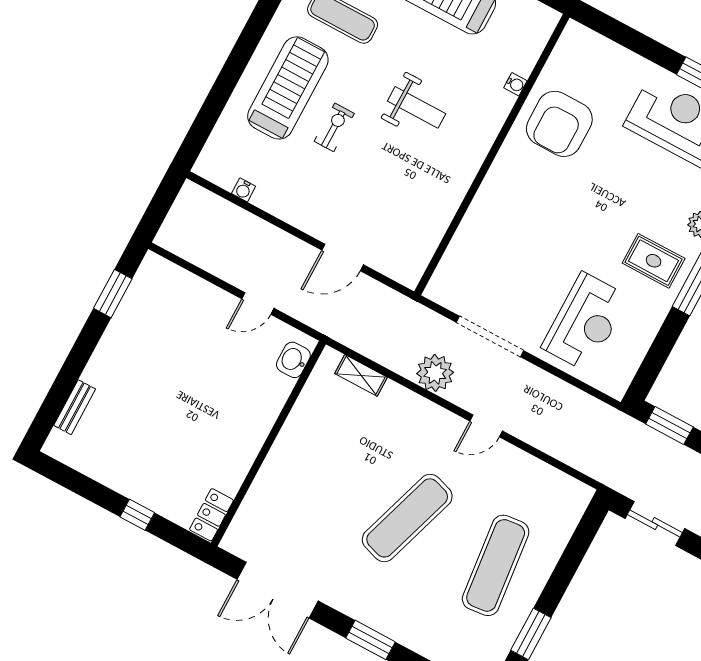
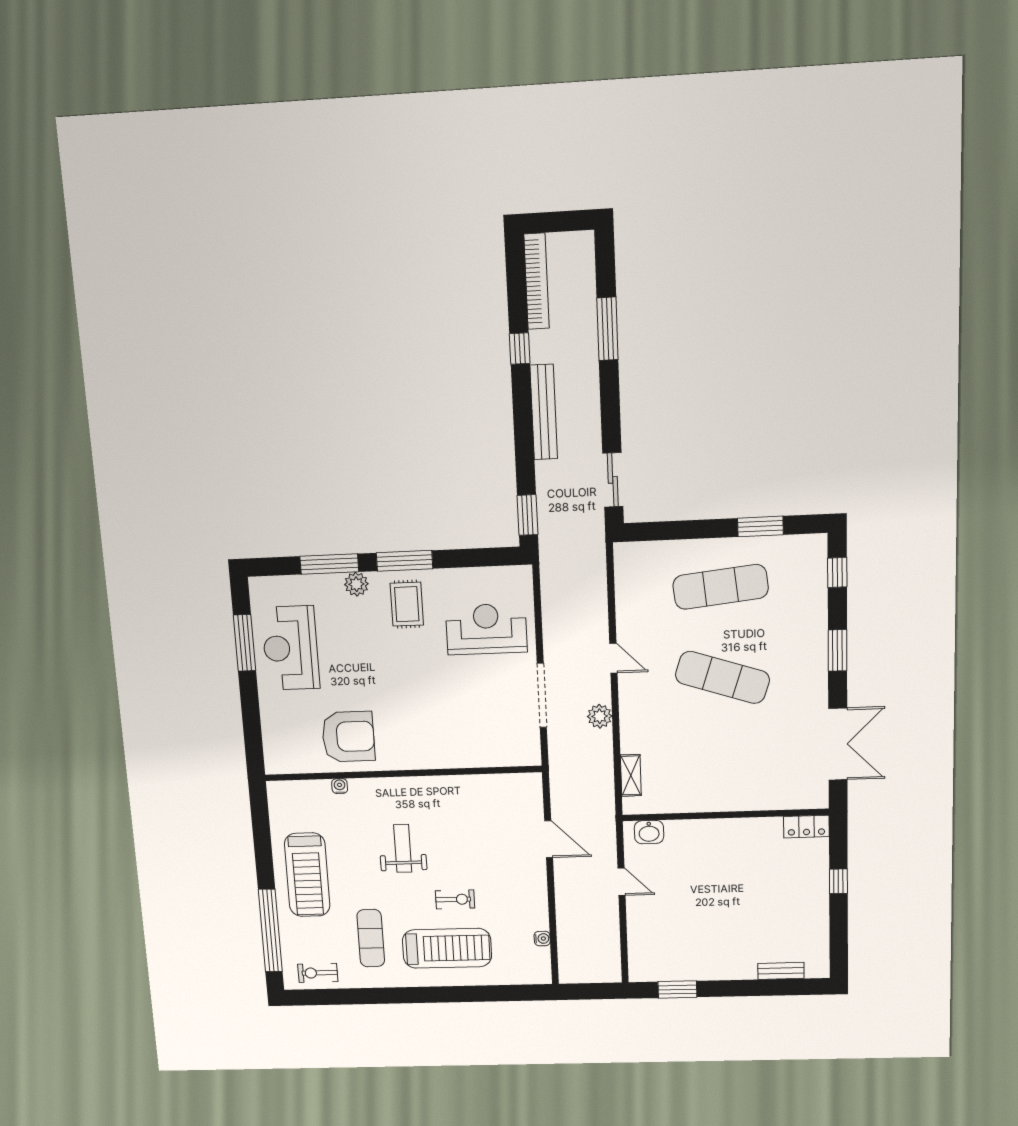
treadmill: (288, 88) -> (447, 948), turned 180
exercise bike: (334, 127) -> (455, 899), turned 180
plant: (435, 373) -> (600, 716), width x0.73, depth x0.73

